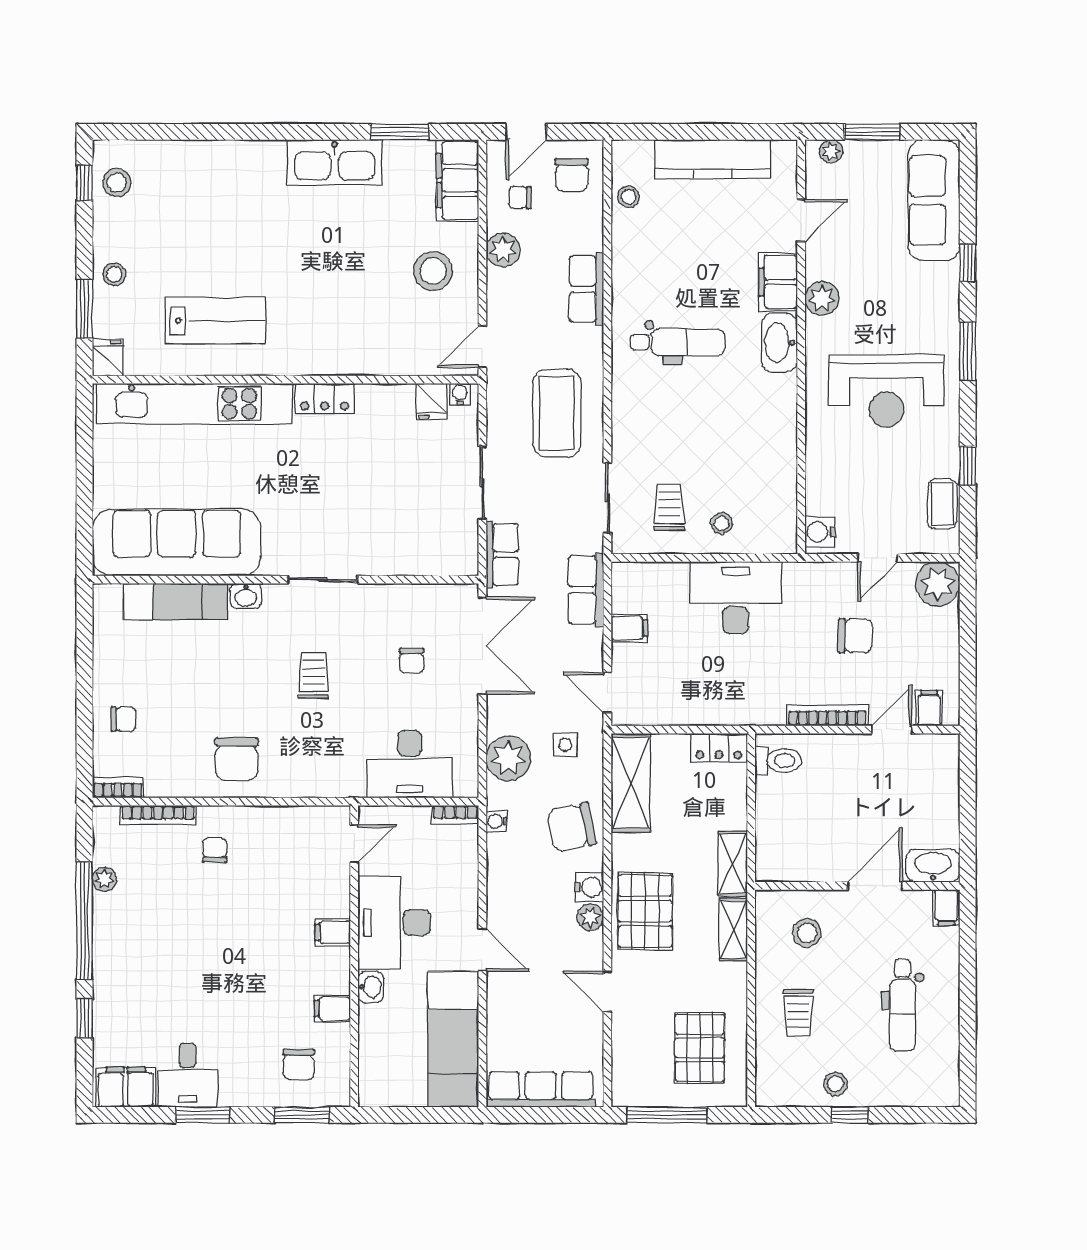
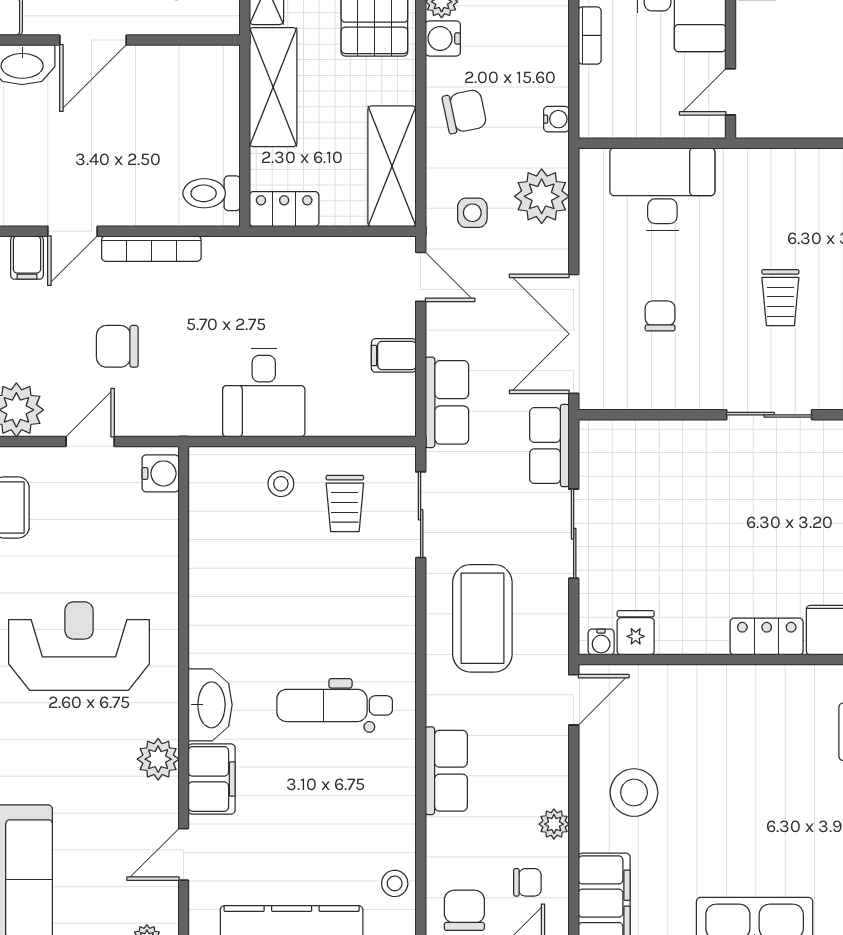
plant: (503, 250) -> (554, 824), width x0.73, depth x0.73
desk: (736, 598) -> (264, 393), width x0.73
bookcase: (455, 815) -> (590, 35), moved, turned 90
chair: (571, 827) -> (465, 111), width x0.73, depth x0.73
shelving: (733, 864) -> (273, 87), width x1.50, depth x1.33

